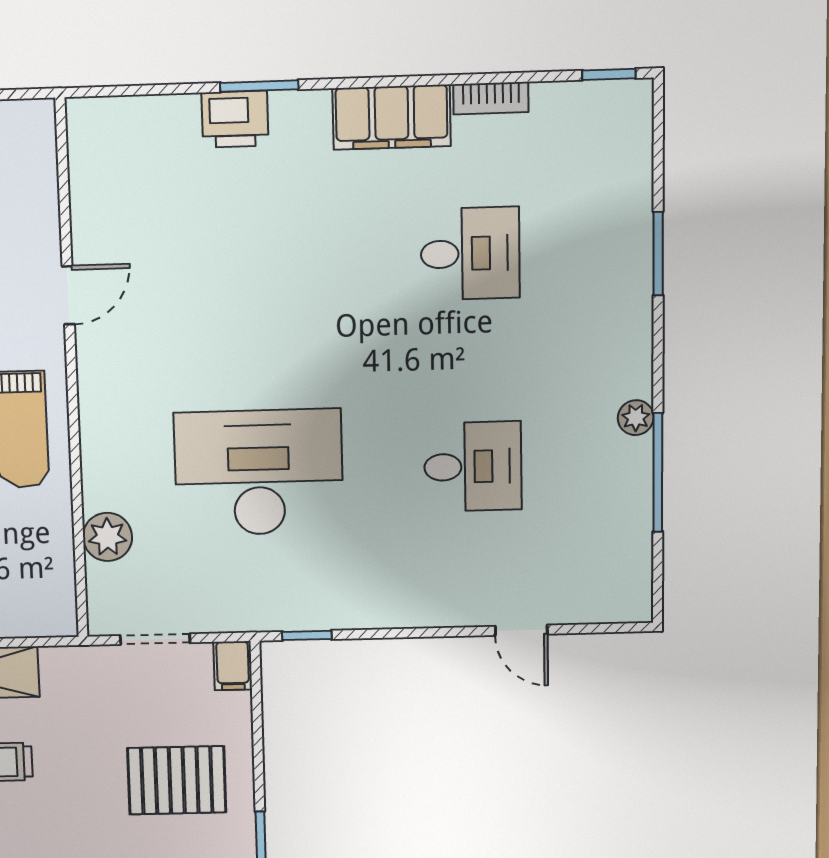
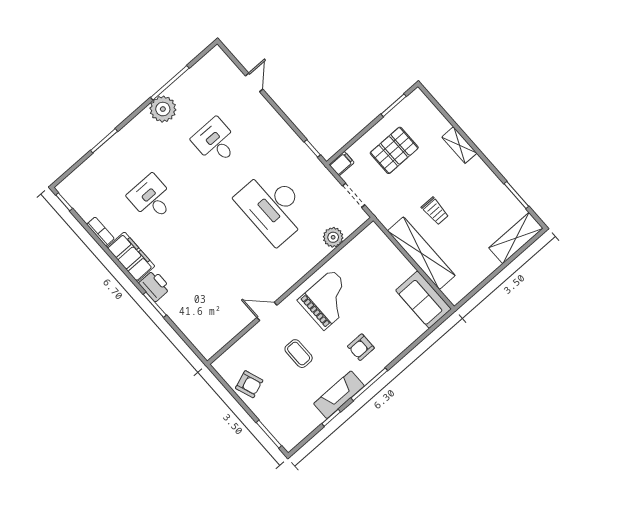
printer: (235, 119) -> (155, 286), moved
plant: (636, 418) -> (163, 109), width x1.87, depth x1.87
pallet: (177, 780) -> (394, 150), turned 90

